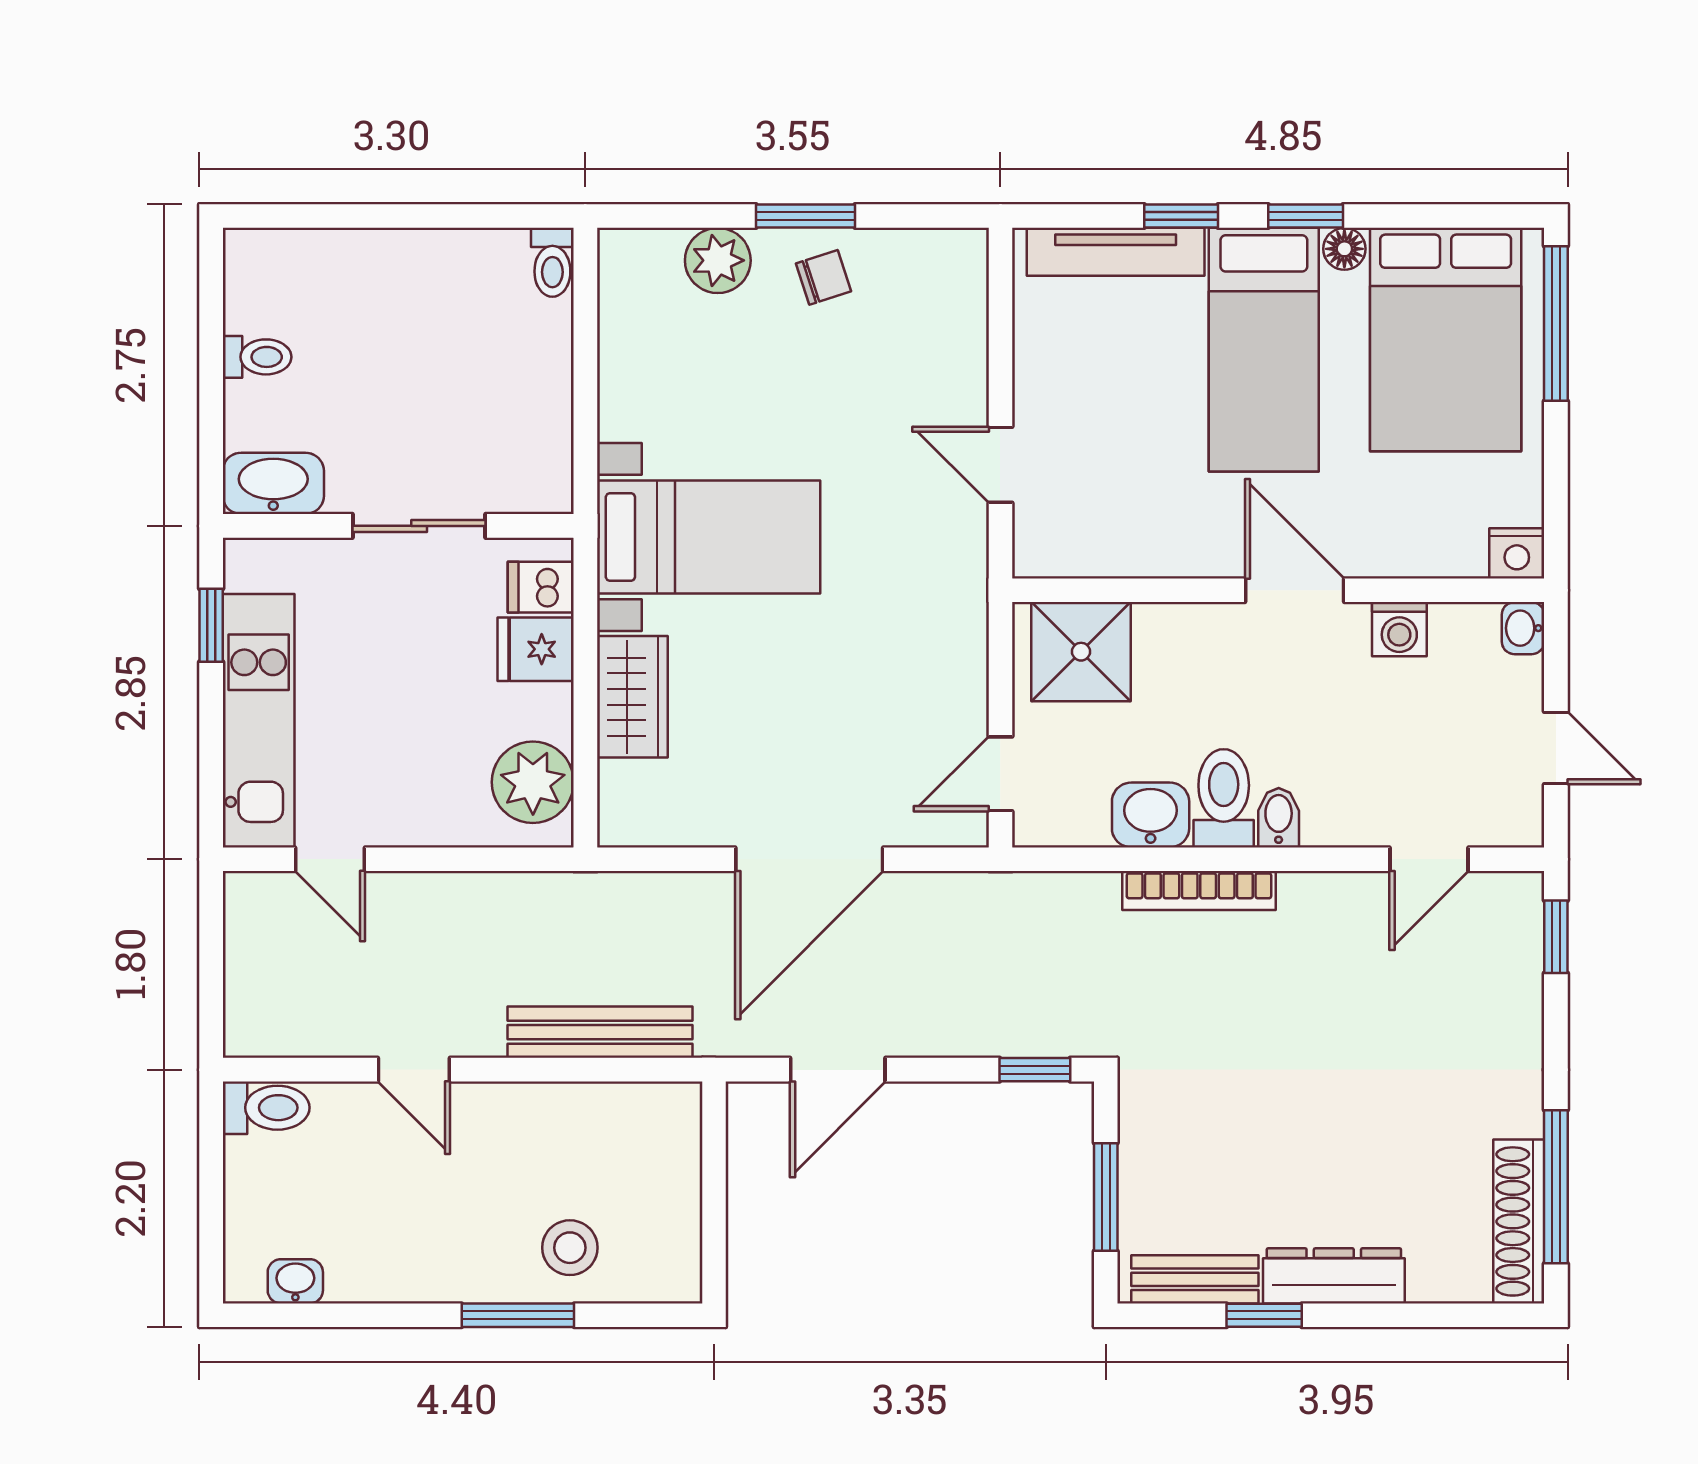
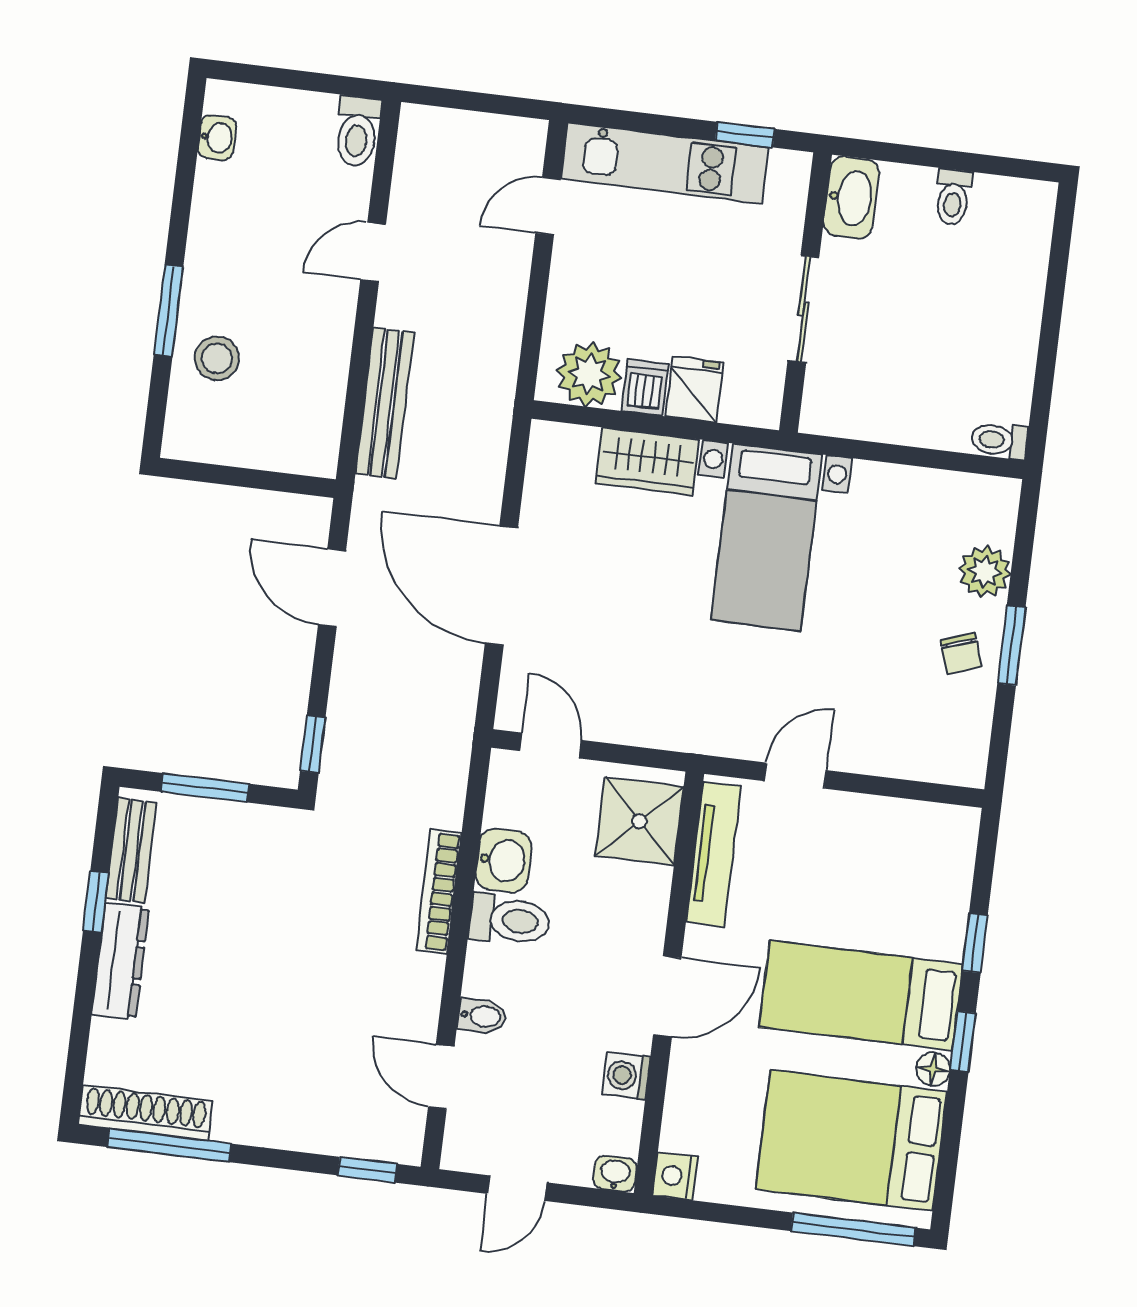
tv unit: (1116, 252) -> (714, 854), moved, turned 180
dishwasher: (541, 587) -> (645, 387), moved
bidet: (1279, 818) -> (482, 1016), moved

